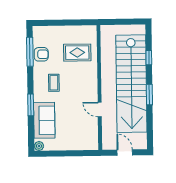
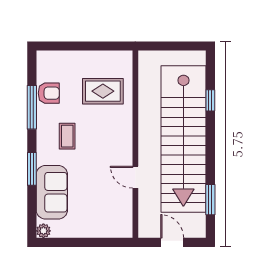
window: (30, 52) -> (32, 107), moved
window: (149, 95) -> (210, 200), moved

